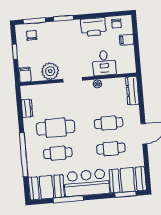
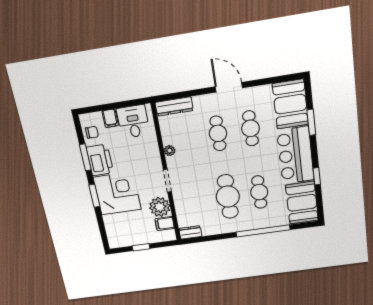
window: (34, 21) -> (85, 157), moved
chair: (32, 35) -> (119, 230), removed
corner desk: (64, 37) -> (117, 193), added
desk: (104, 63) -> (133, 122), moved, turned -90
filing cabinet: (25, 75) -> (165, 224), moved
dresser: (27, 108) -> (190, 232), moved
window: (126, 194) -> (311, 122), moved
window: (68, 199) -> (317, 176), width x0.46

